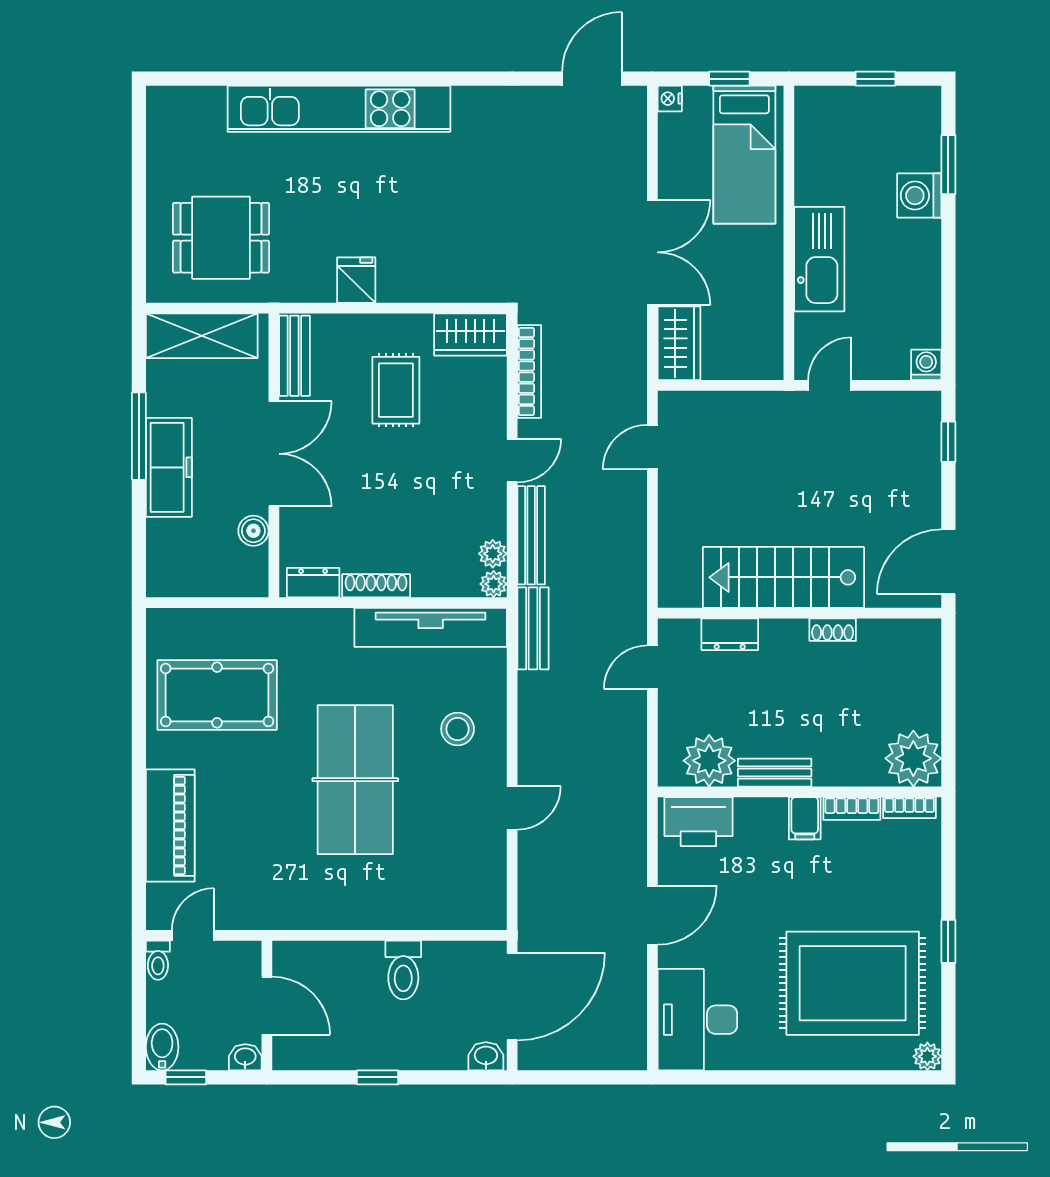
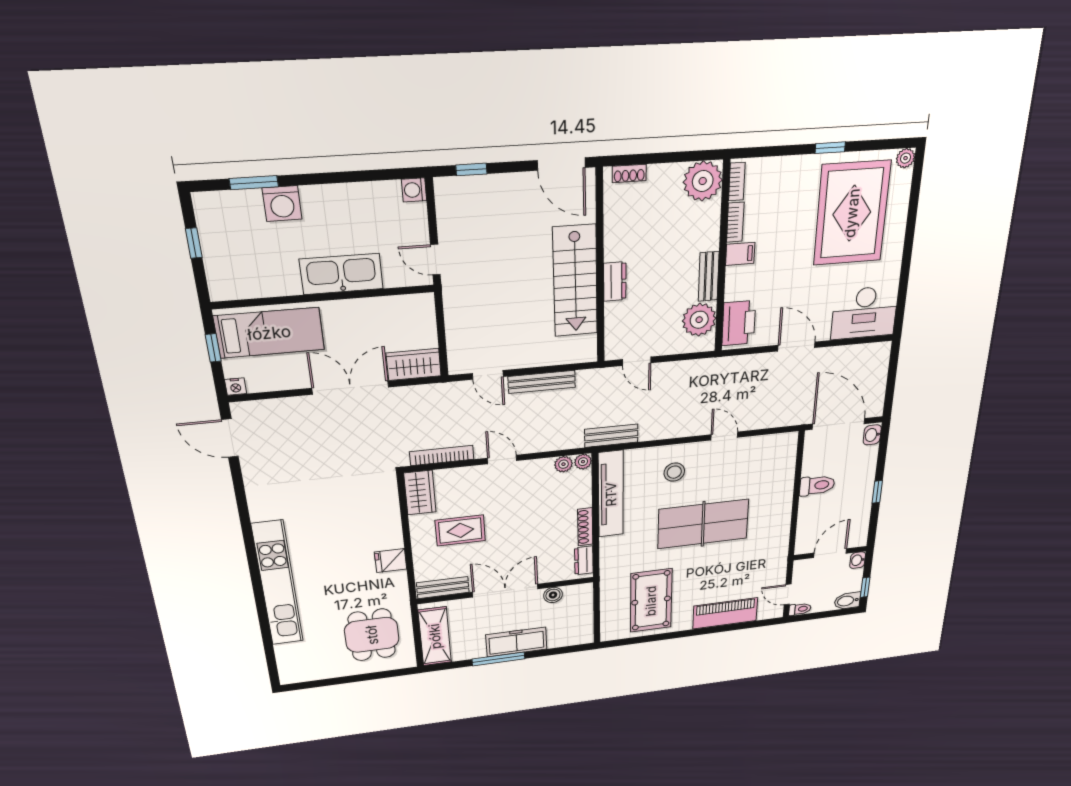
bench: (531, 535) -> (542, 382), moved
shoe rack: (833, 630) -> (629, 173), moved, turned 90
dresser: (730, 634) -> (615, 281), moved

